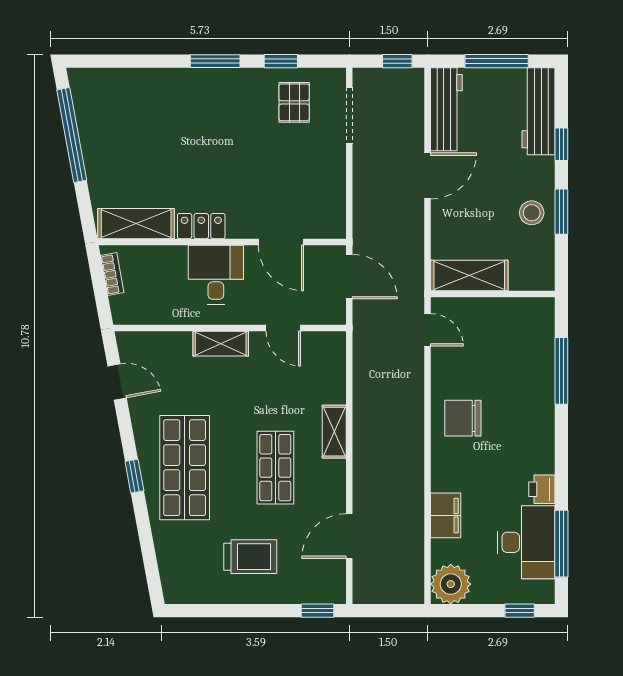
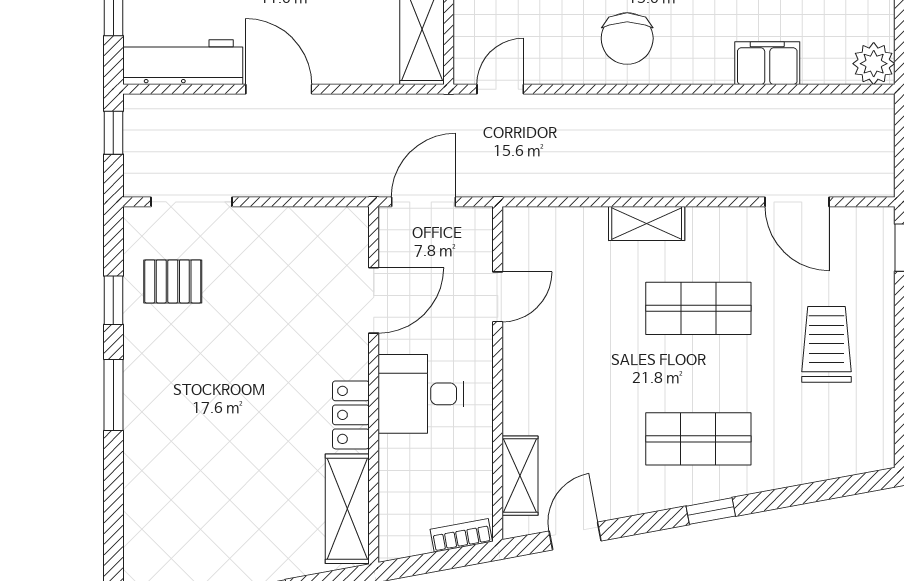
bookcase: (112, 274) -> (461, 535), moved
shelving: (221, 344) -> (520, 476), moved
shop shelf: (185, 468) -> (698, 439), width x0.70, depth x0.74
plant: (451, 584) -> (874, 64), width x0.73, depth x0.73

